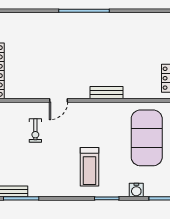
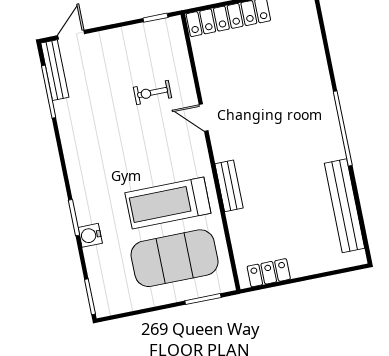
bench: (135, 20) -> (345, 206), added
treadmill: (90, 167) -> (168, 203), moved, width x1.37, depth x1.38
water cooler: (136, 190) -> (90, 235), moved

